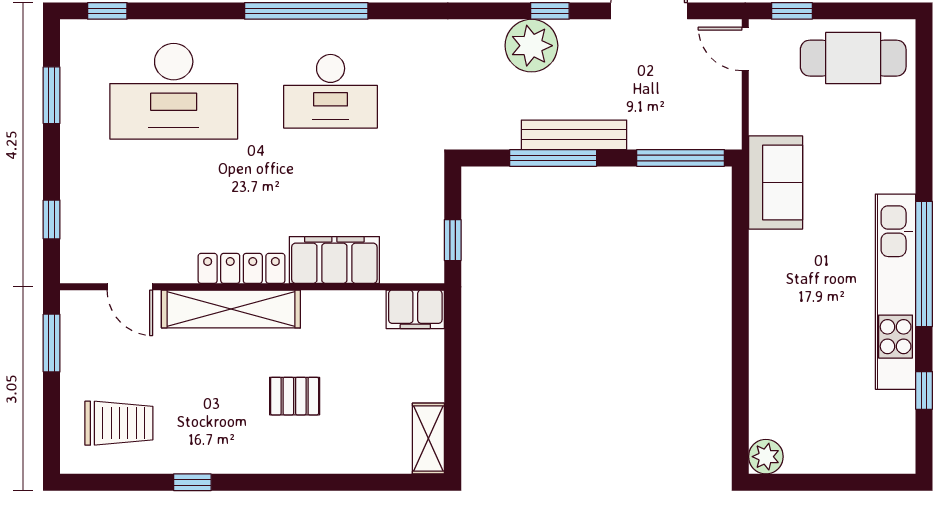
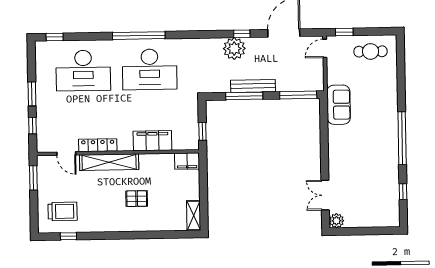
door: (745, 49) -> (325, 48), hinge flipped
cafe table: (853, 58) -> (371, 51), width x0.73, depth x0.74
desk: (331, 91) -> (150, 69), width x1.36, depth x1.30
window: (52, 95) -> (32, 94), moved
locker: (241, 268) -> (98, 145), moved
kitchen unit: (896, 292) -> (390, 150), removed
double door: (740, 396) -> (325, 195), added
window: (192, 482) -> (68, 236), moved

